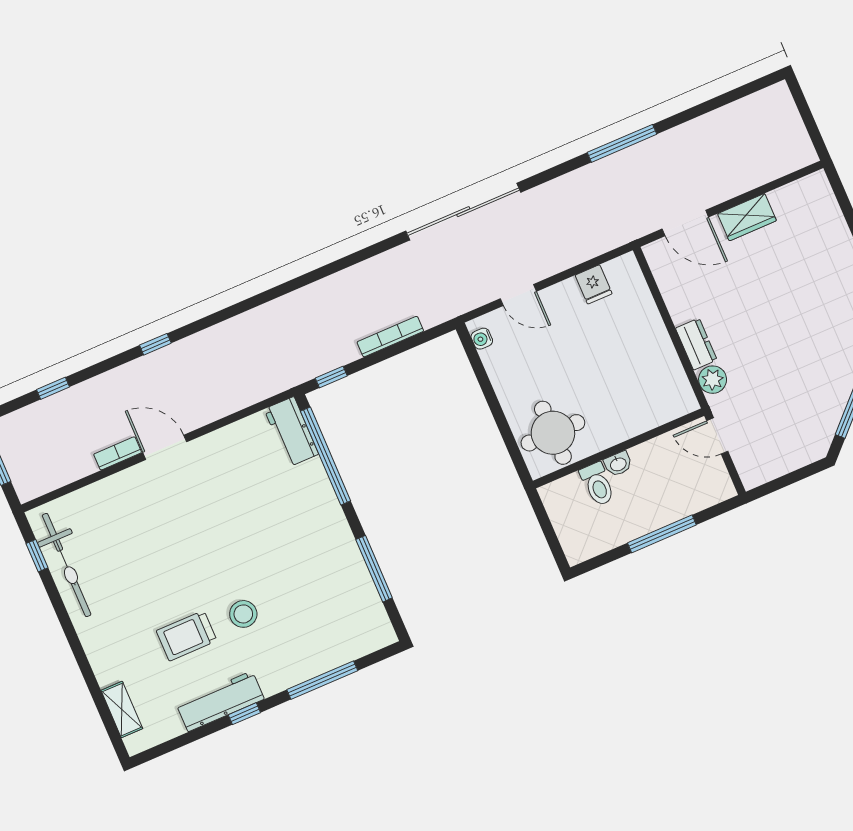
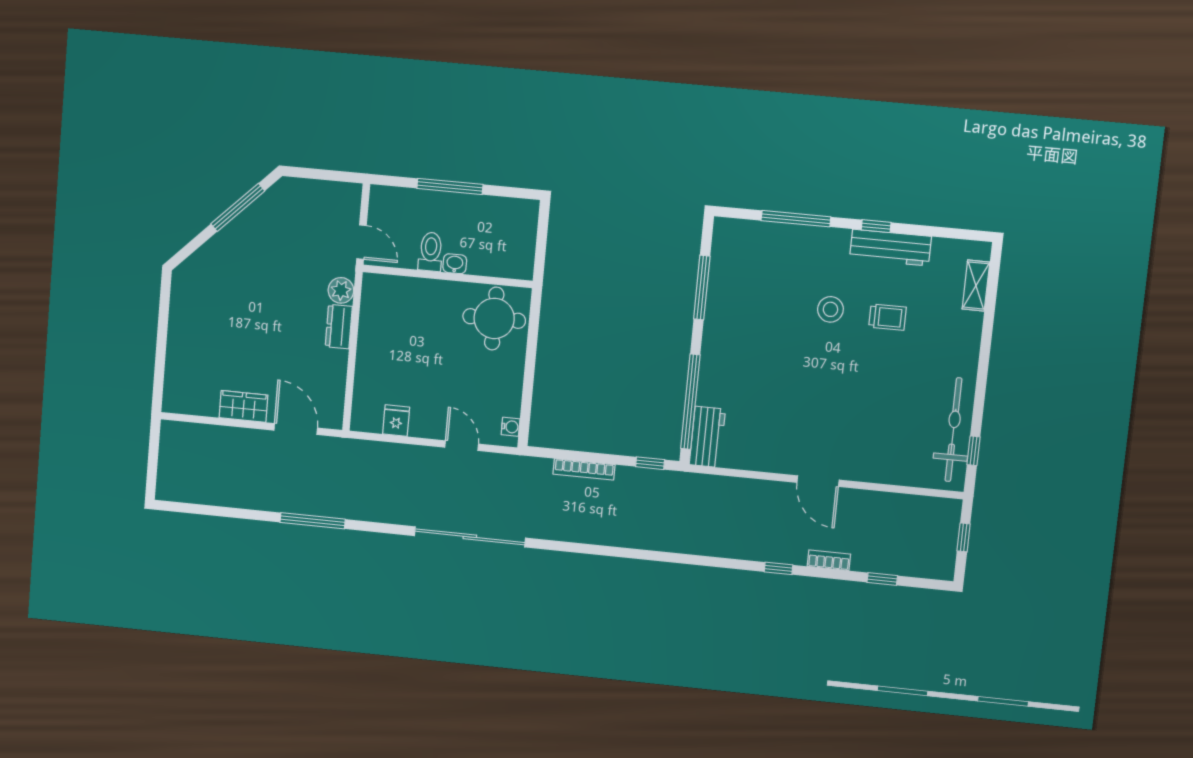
bookcase: (118, 453) -> (829, 560), moved, turned 180
toilet: (597, 484) -> (431, 252), moved
trolley: (187, 636) -> (887, 317), width x0.73, depth x0.72

